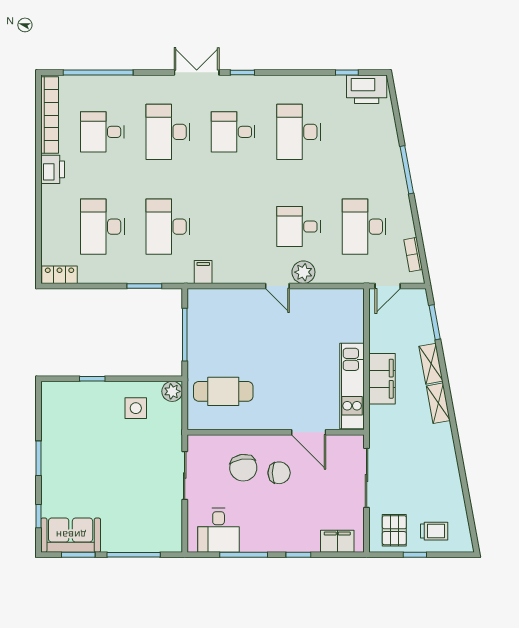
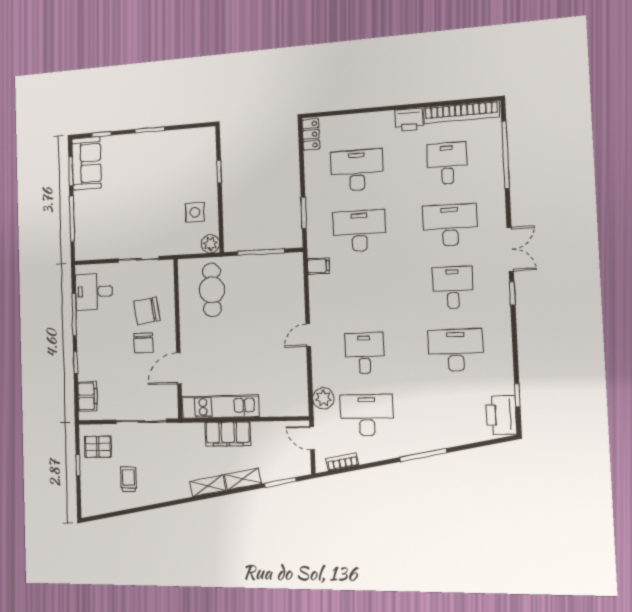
plant: (303, 272) -> (323, 398), moved
trolley: (434, 531) -> (128, 479), moved, turned 180

